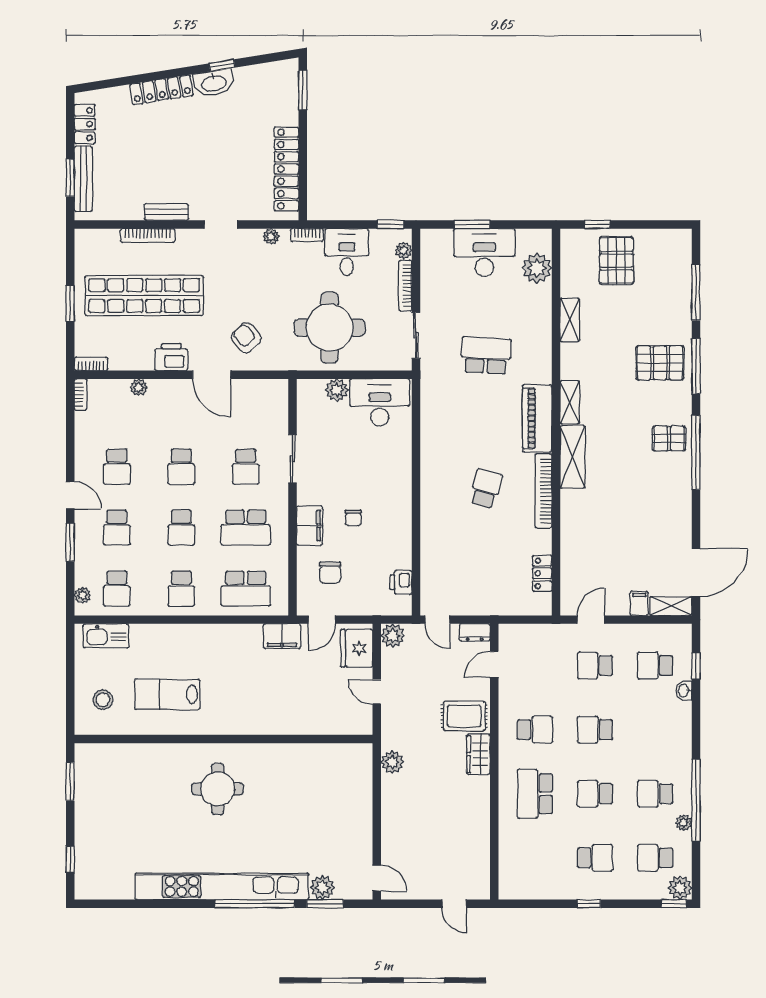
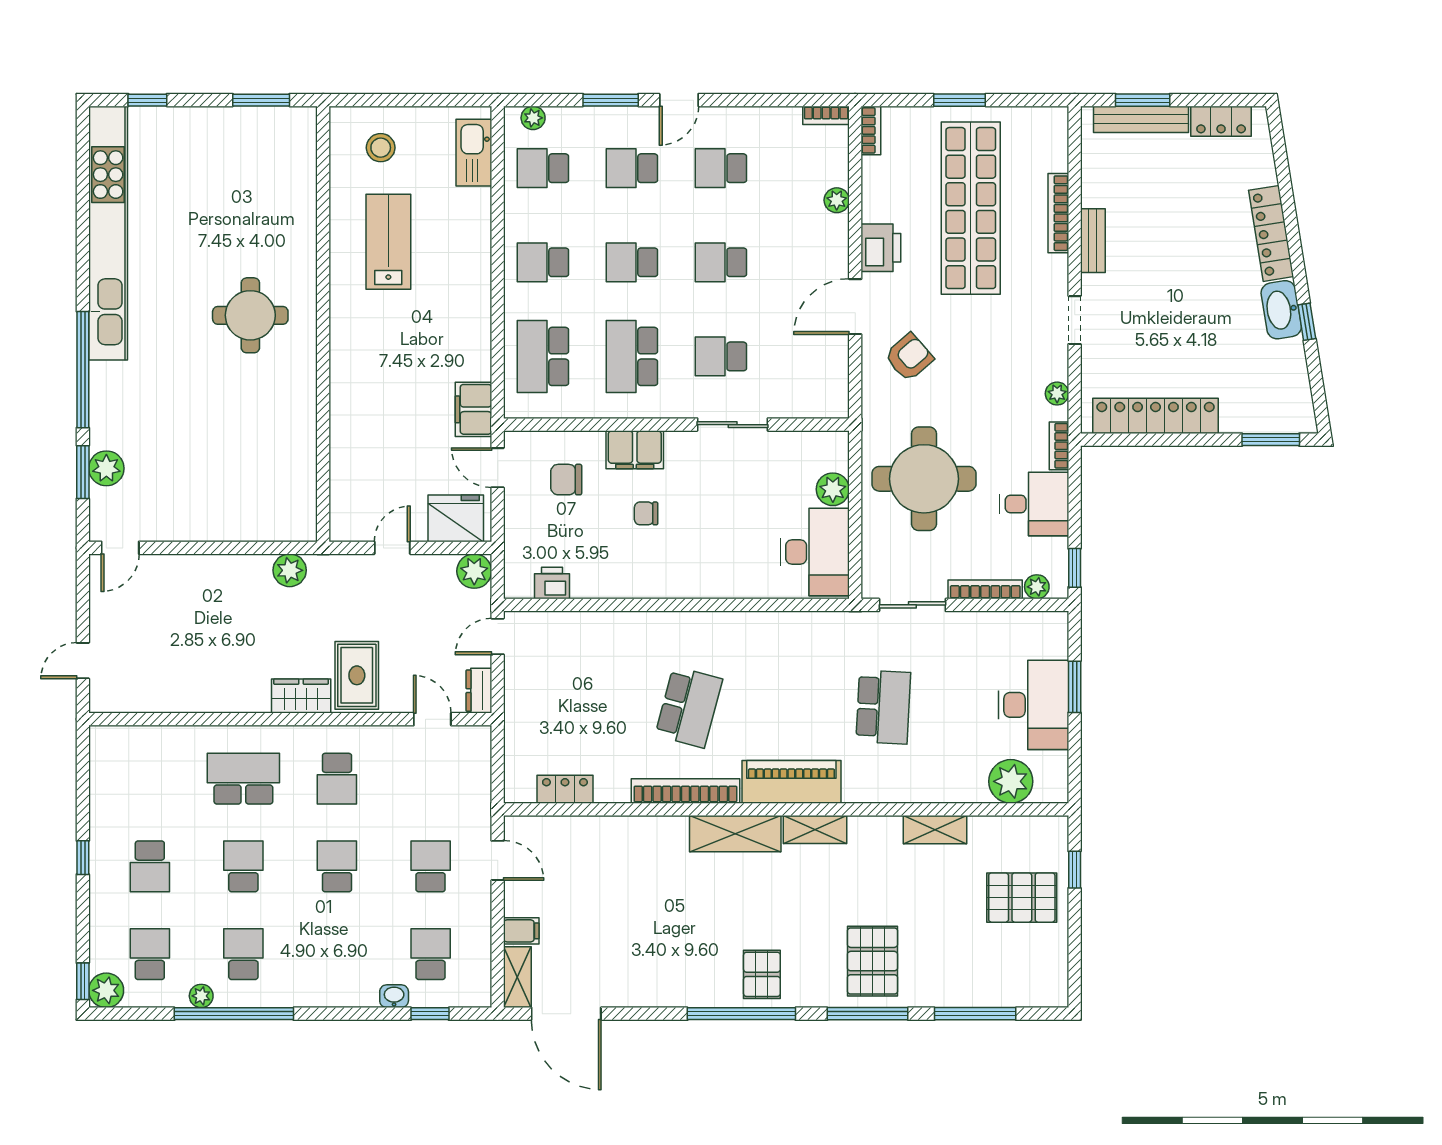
school desk: (486, 489) -> (689, 707), width x1.85
kitchen unit: (222, 886) -> (108, 233), moved

